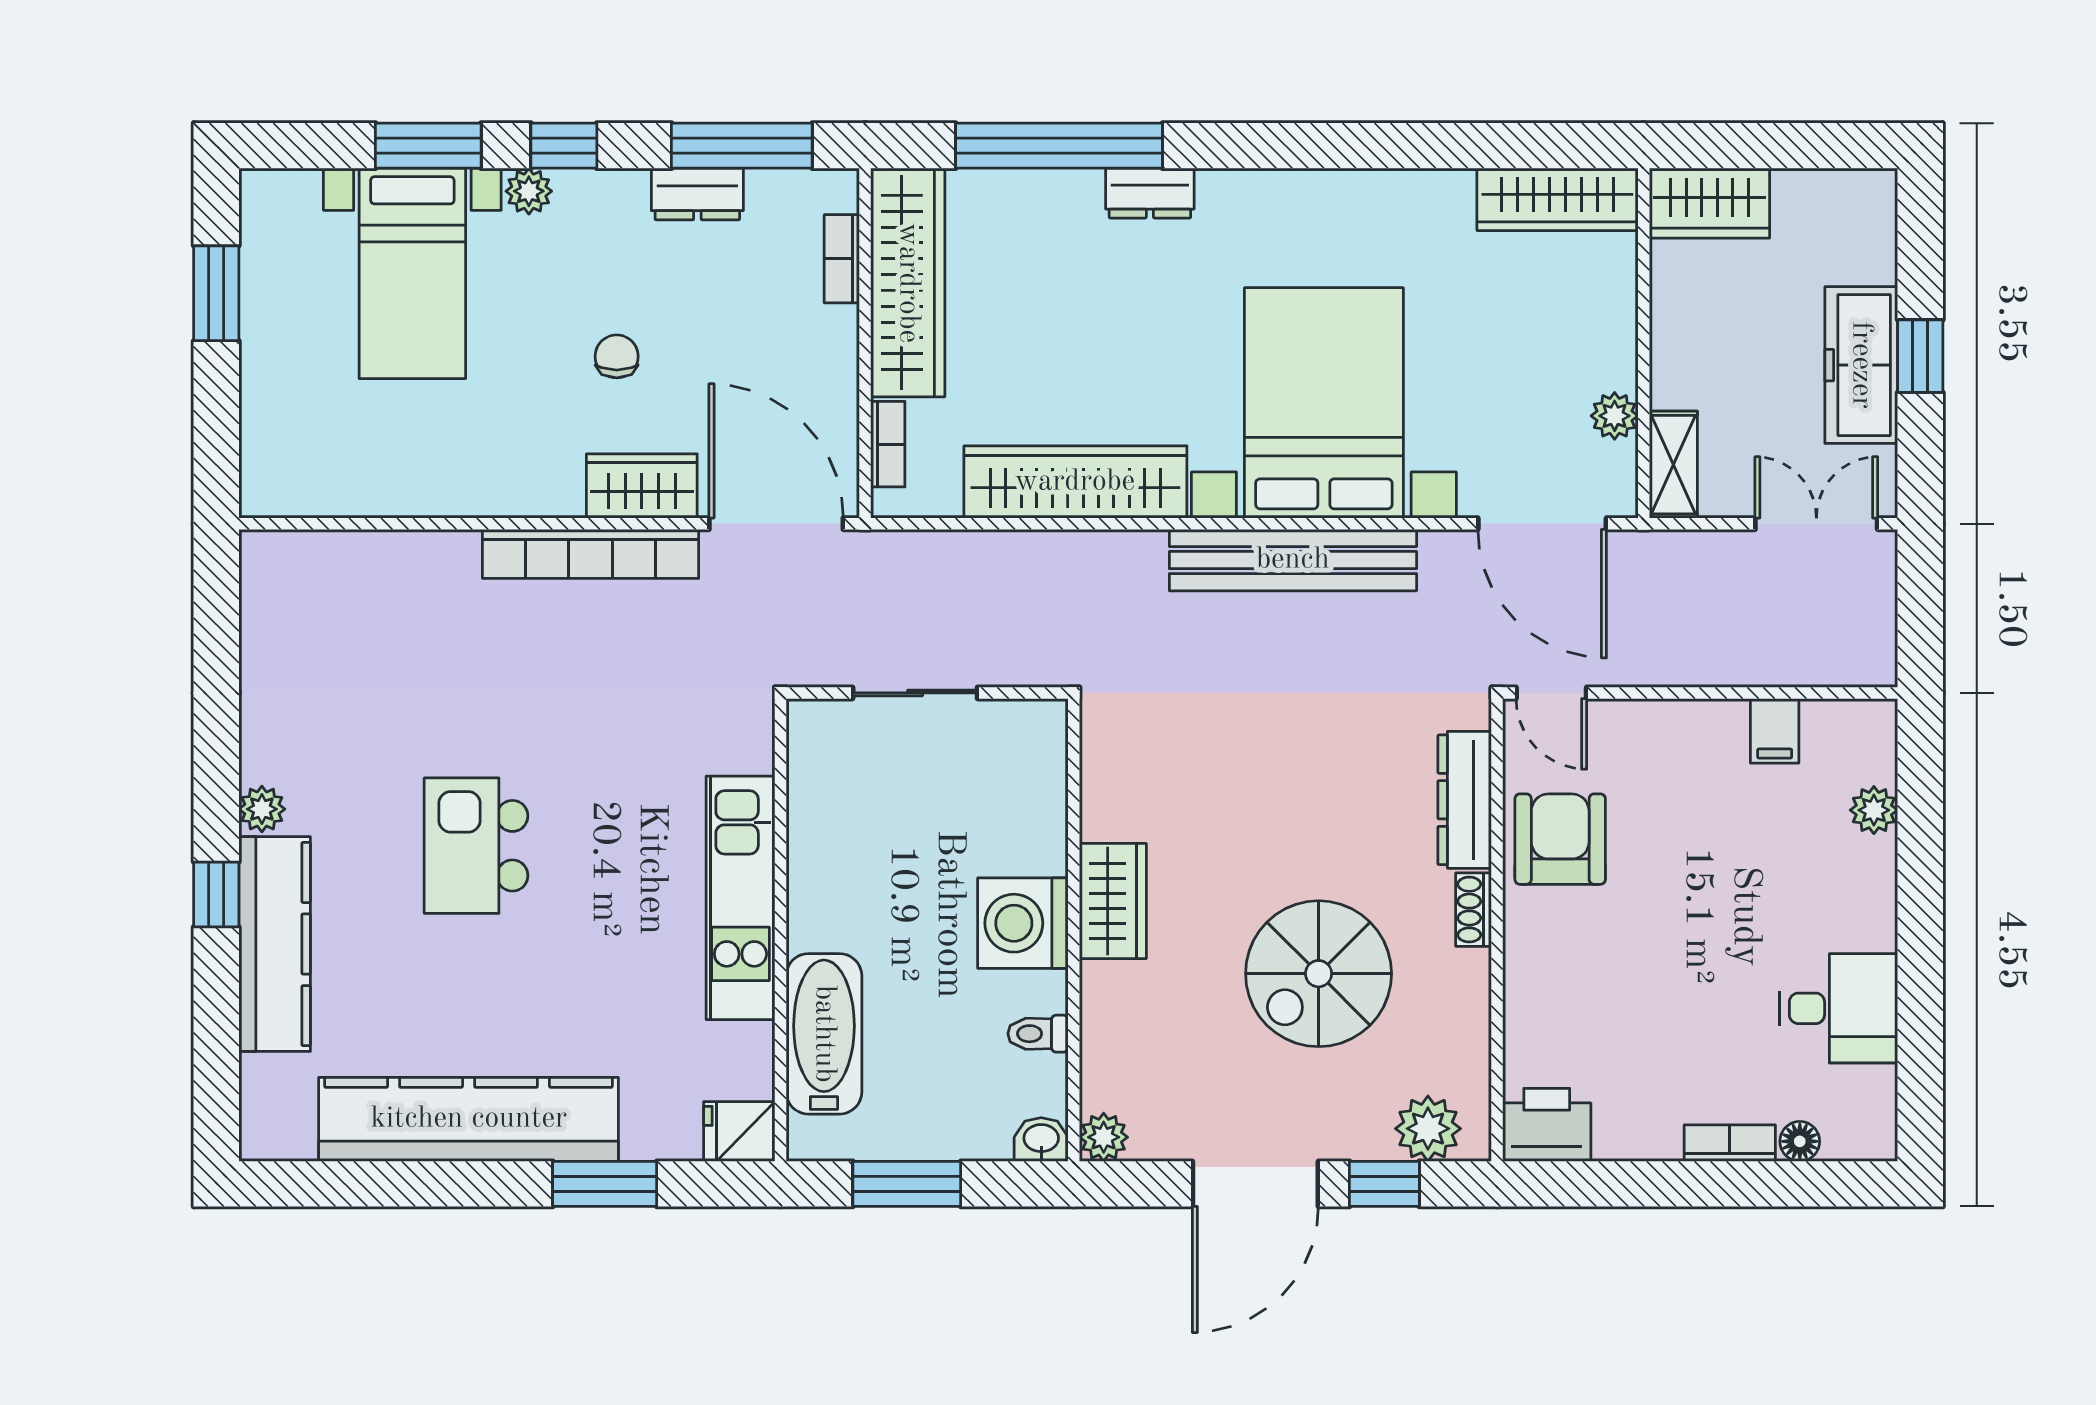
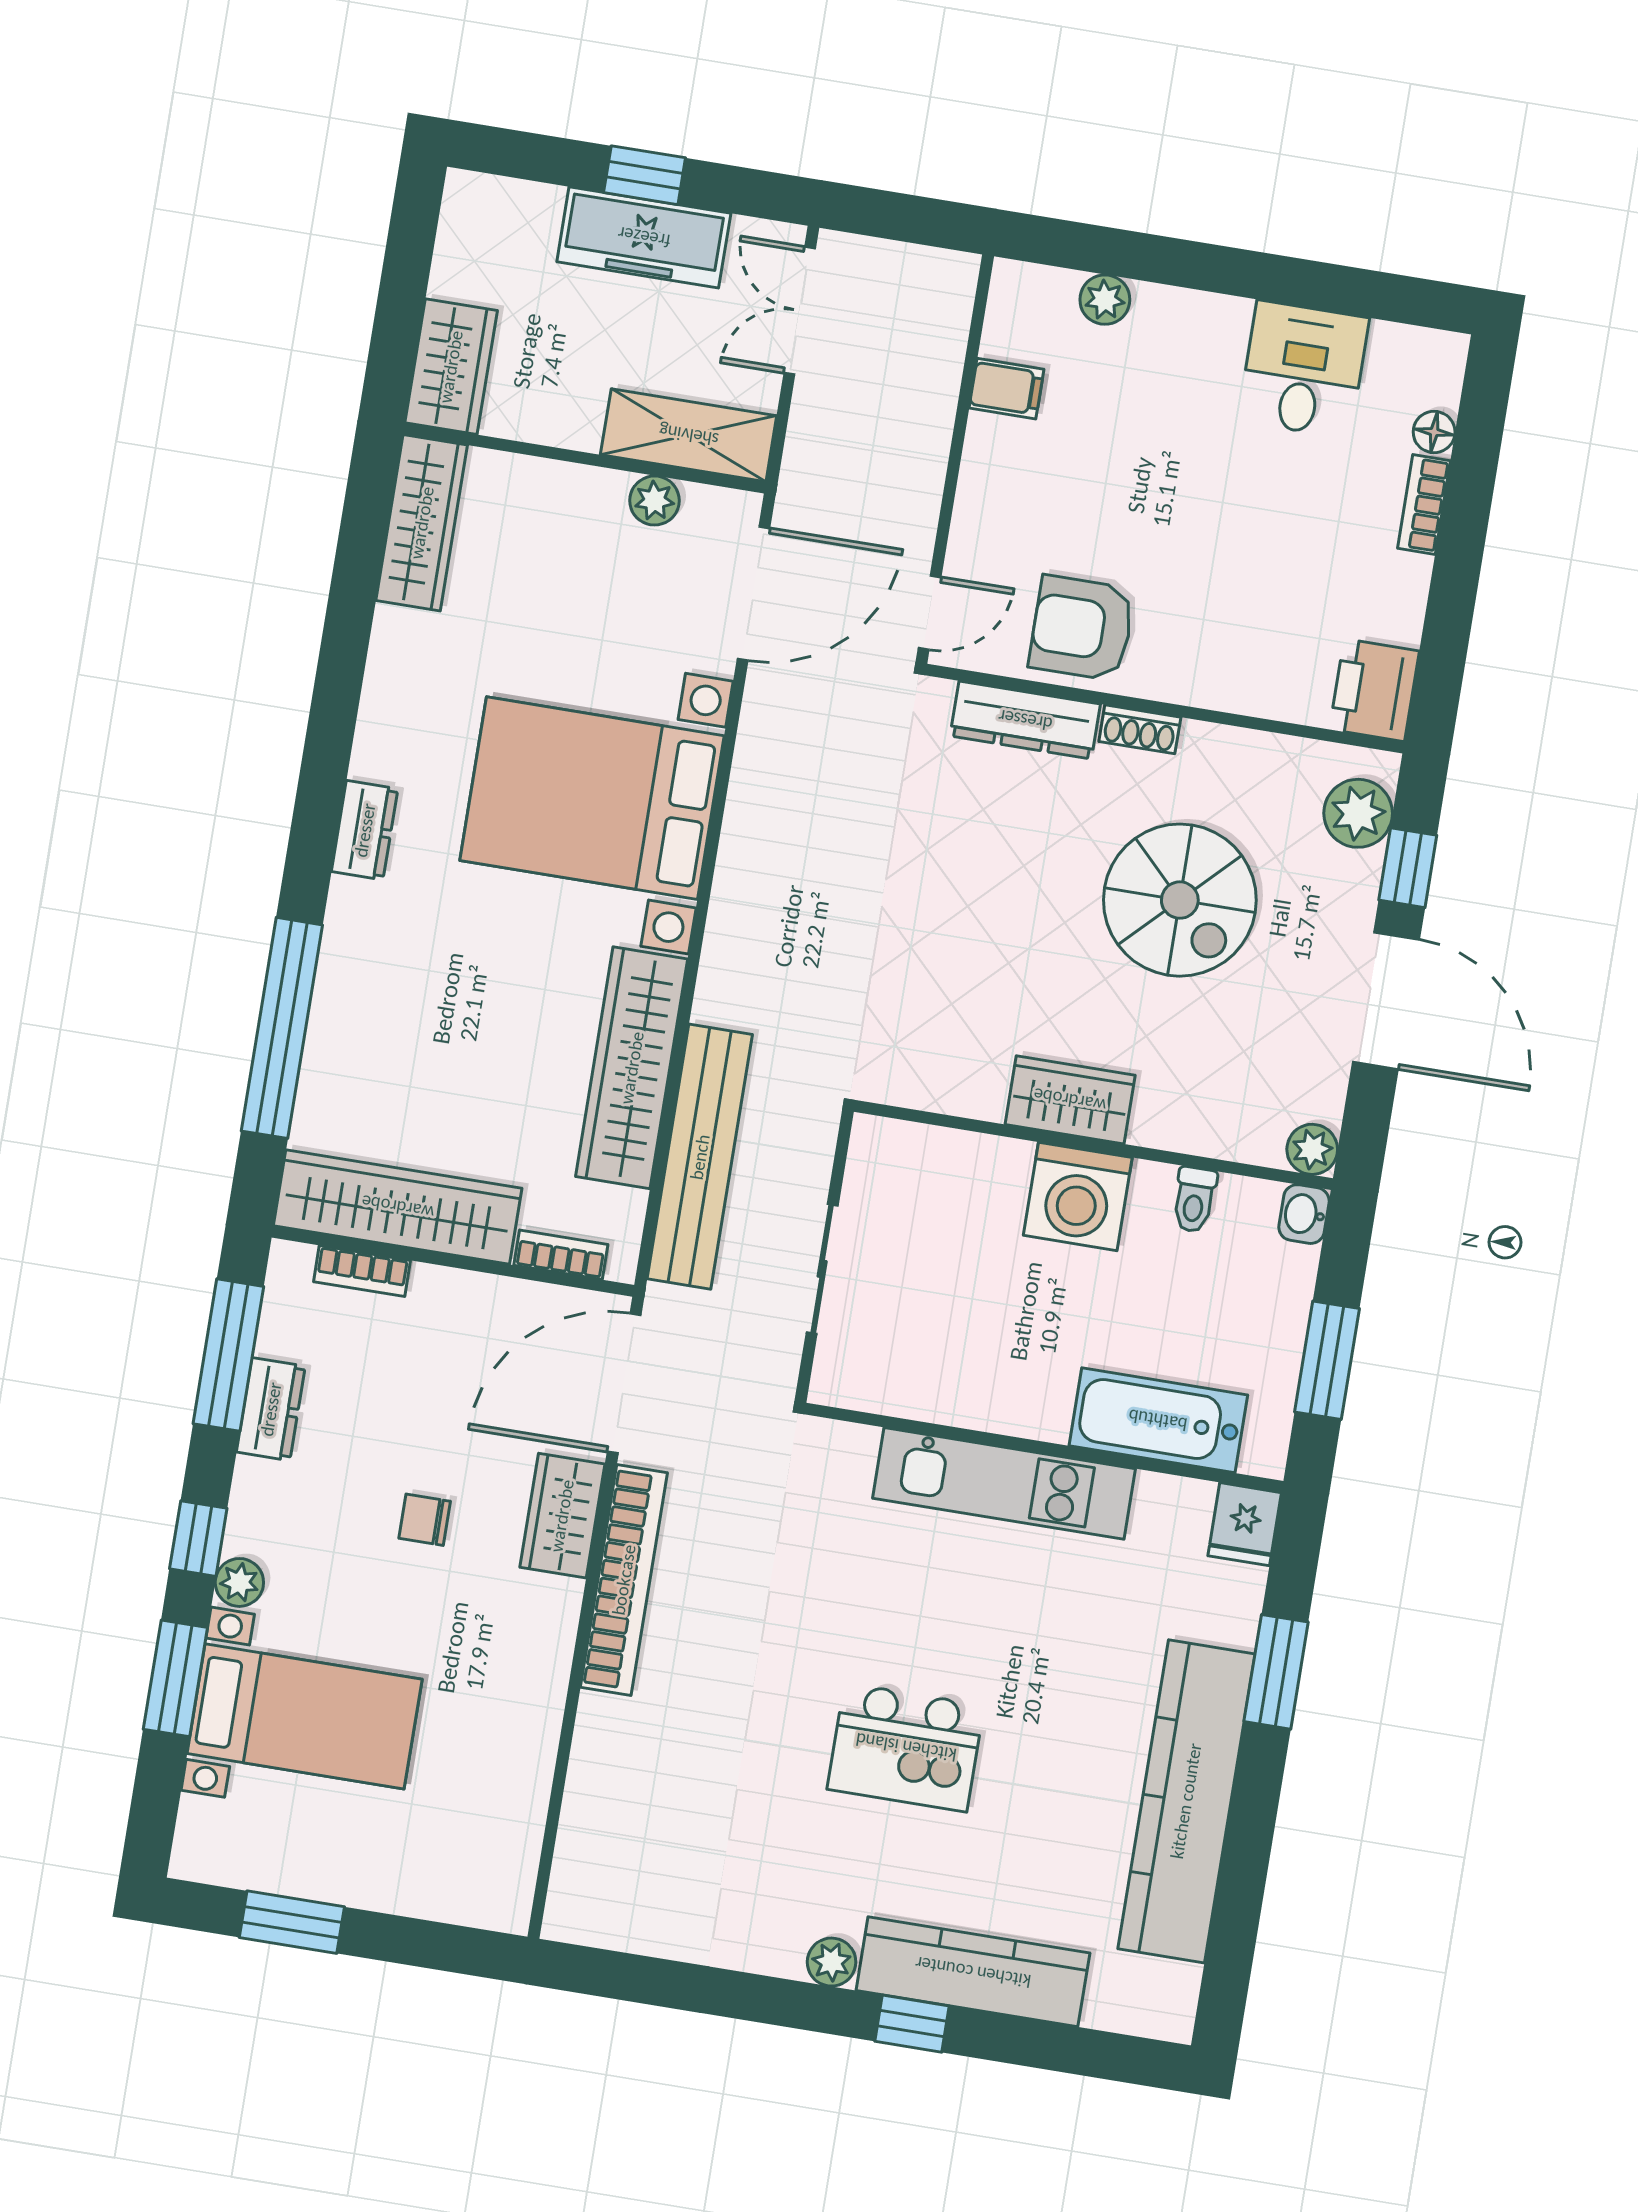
dresser: (1150, 193) -> (365, 830), moved
shelving: (1673, 465) -> (689, 435), width x1.50, depth x1.33
bench: (1293, 560) -> (700, 1157), moved

